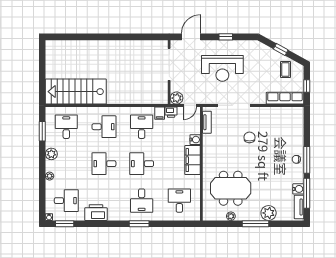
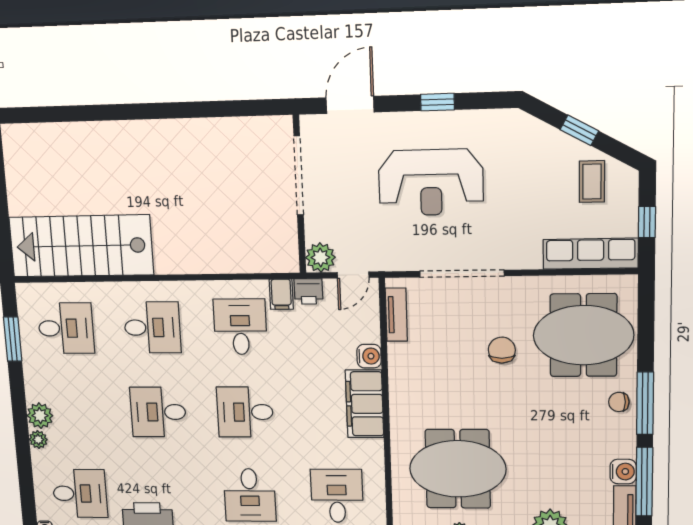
desk: (66, 127) -> (66, 328), turned 90
meeting table: (282, 131) -> (583, 335), added
plant: (51, 154) -> (40, 416), moved

